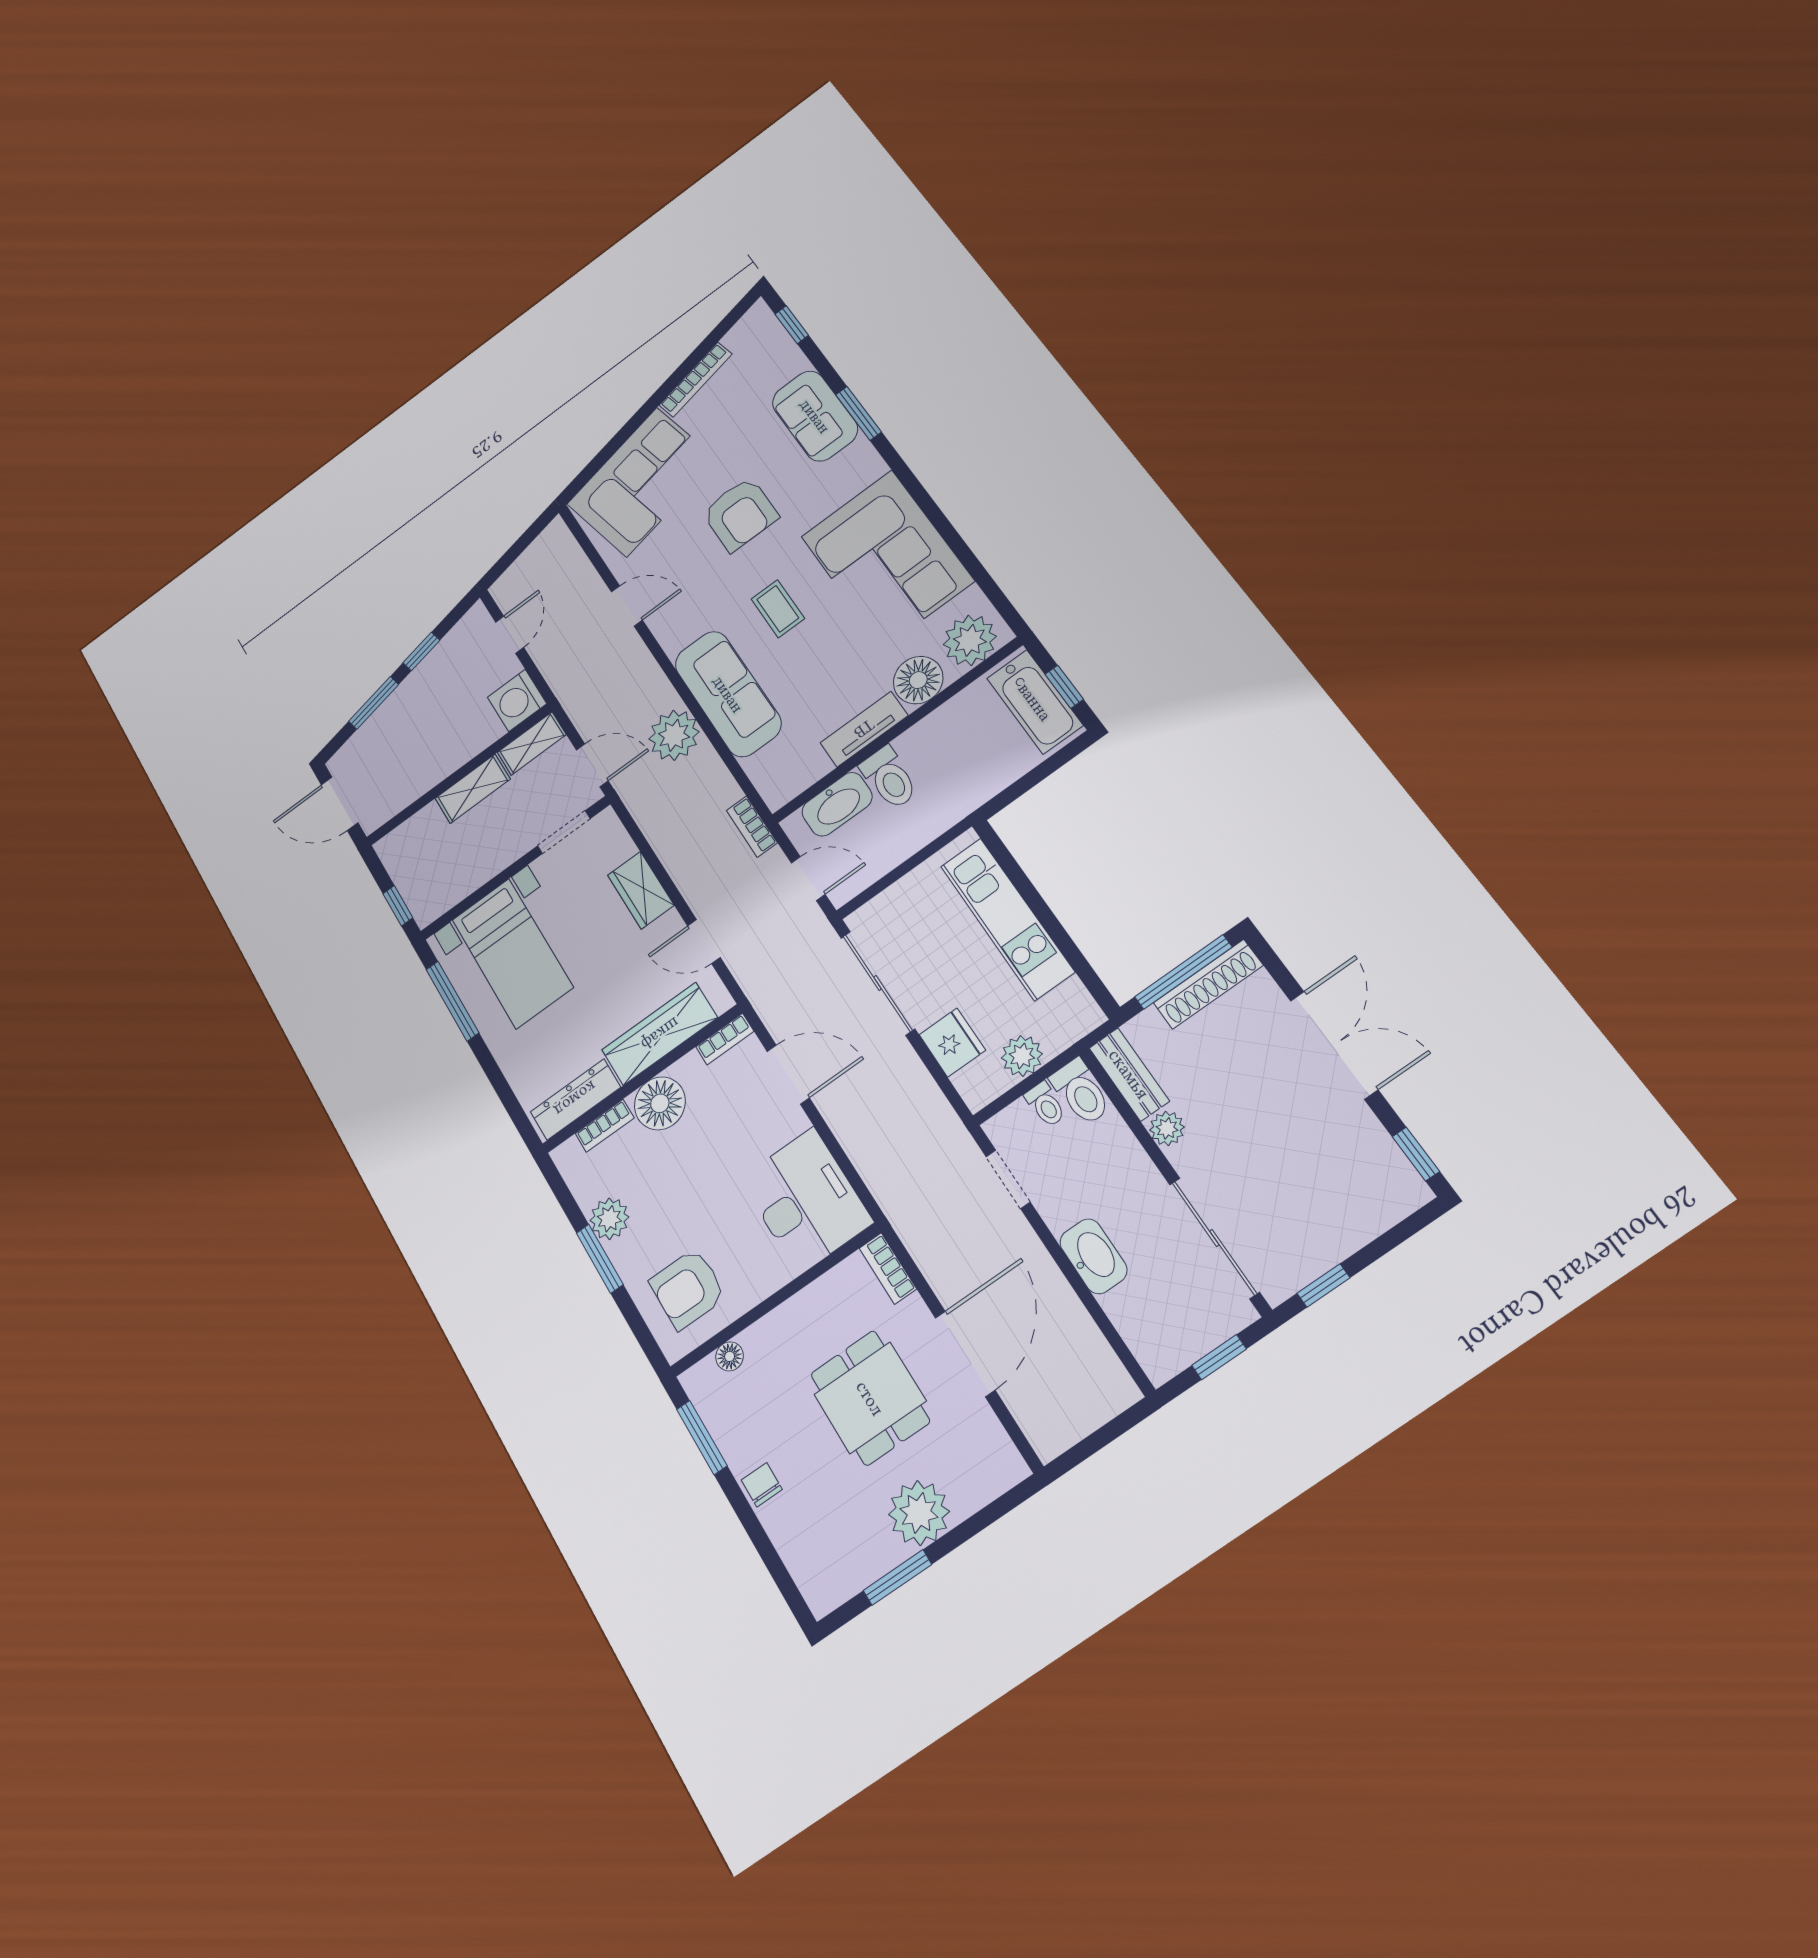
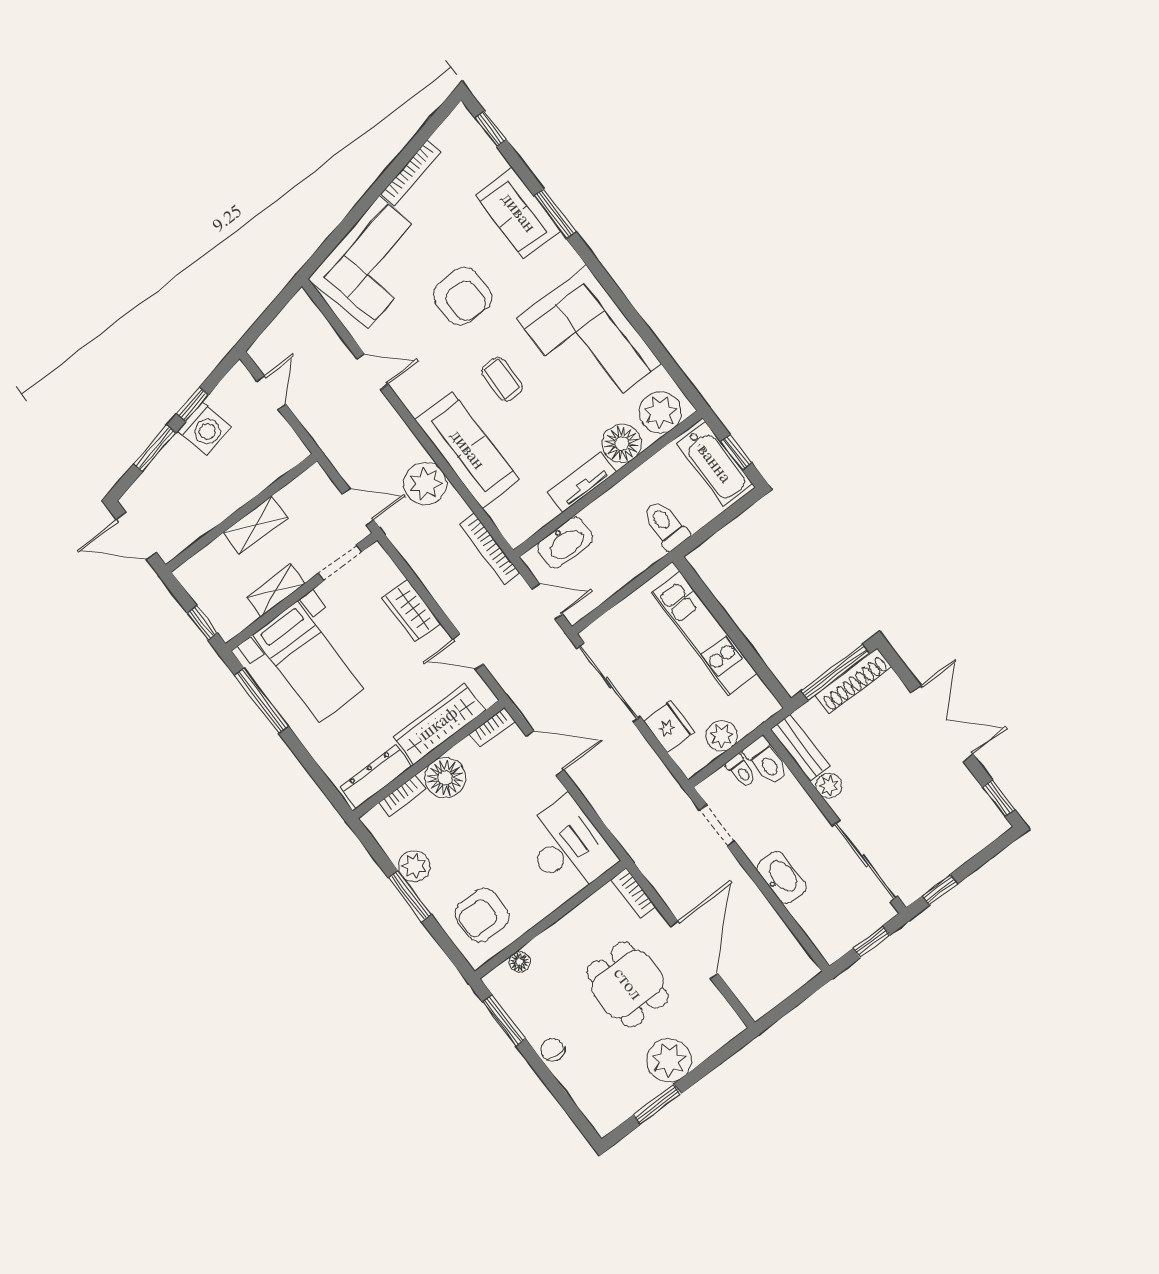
washing machine: (517, 700) -> (205, 429), moved, turned -102
shelving: (532, 743) -> (276, 591), moved
toilet: (889, 778) -> (666, 525), moved, turned 180
bookcase: (752, 827) -> (490, 549), width x1.56

